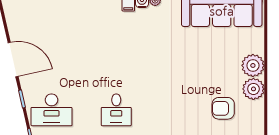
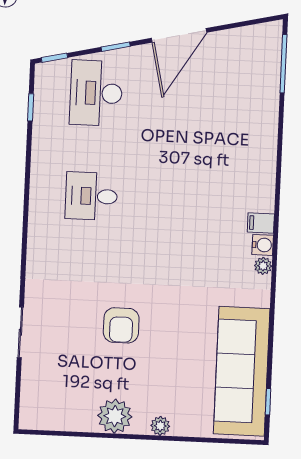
plant: (253, 65) -> (160, 426), width x0.53, depth x0.53
armchair: (223, 108) -> (121, 325), moved, turned 180

